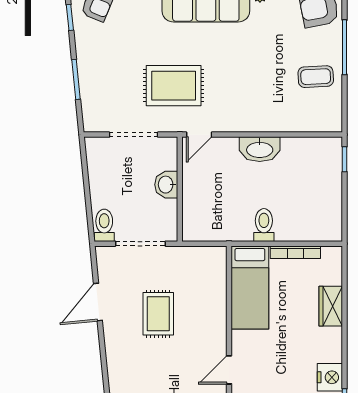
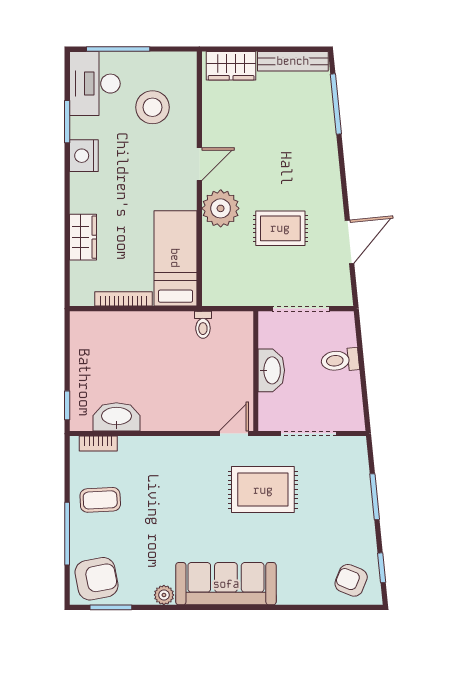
bookcase: (317, 126) -> (98, 444), added
washbasin: (260, 149) -> (116, 417), moved
washbasin: (166, 185) -> (271, 370), width x1.38
toilet: (104, 225) -> (340, 360), moved, turned 84
toilet: (264, 225) -> (203, 325), moved, width x0.73, depth x0.72
rug: (158, 314) -> (280, 228), turned 90
plant: (211, 331) -> (221, 208), added

